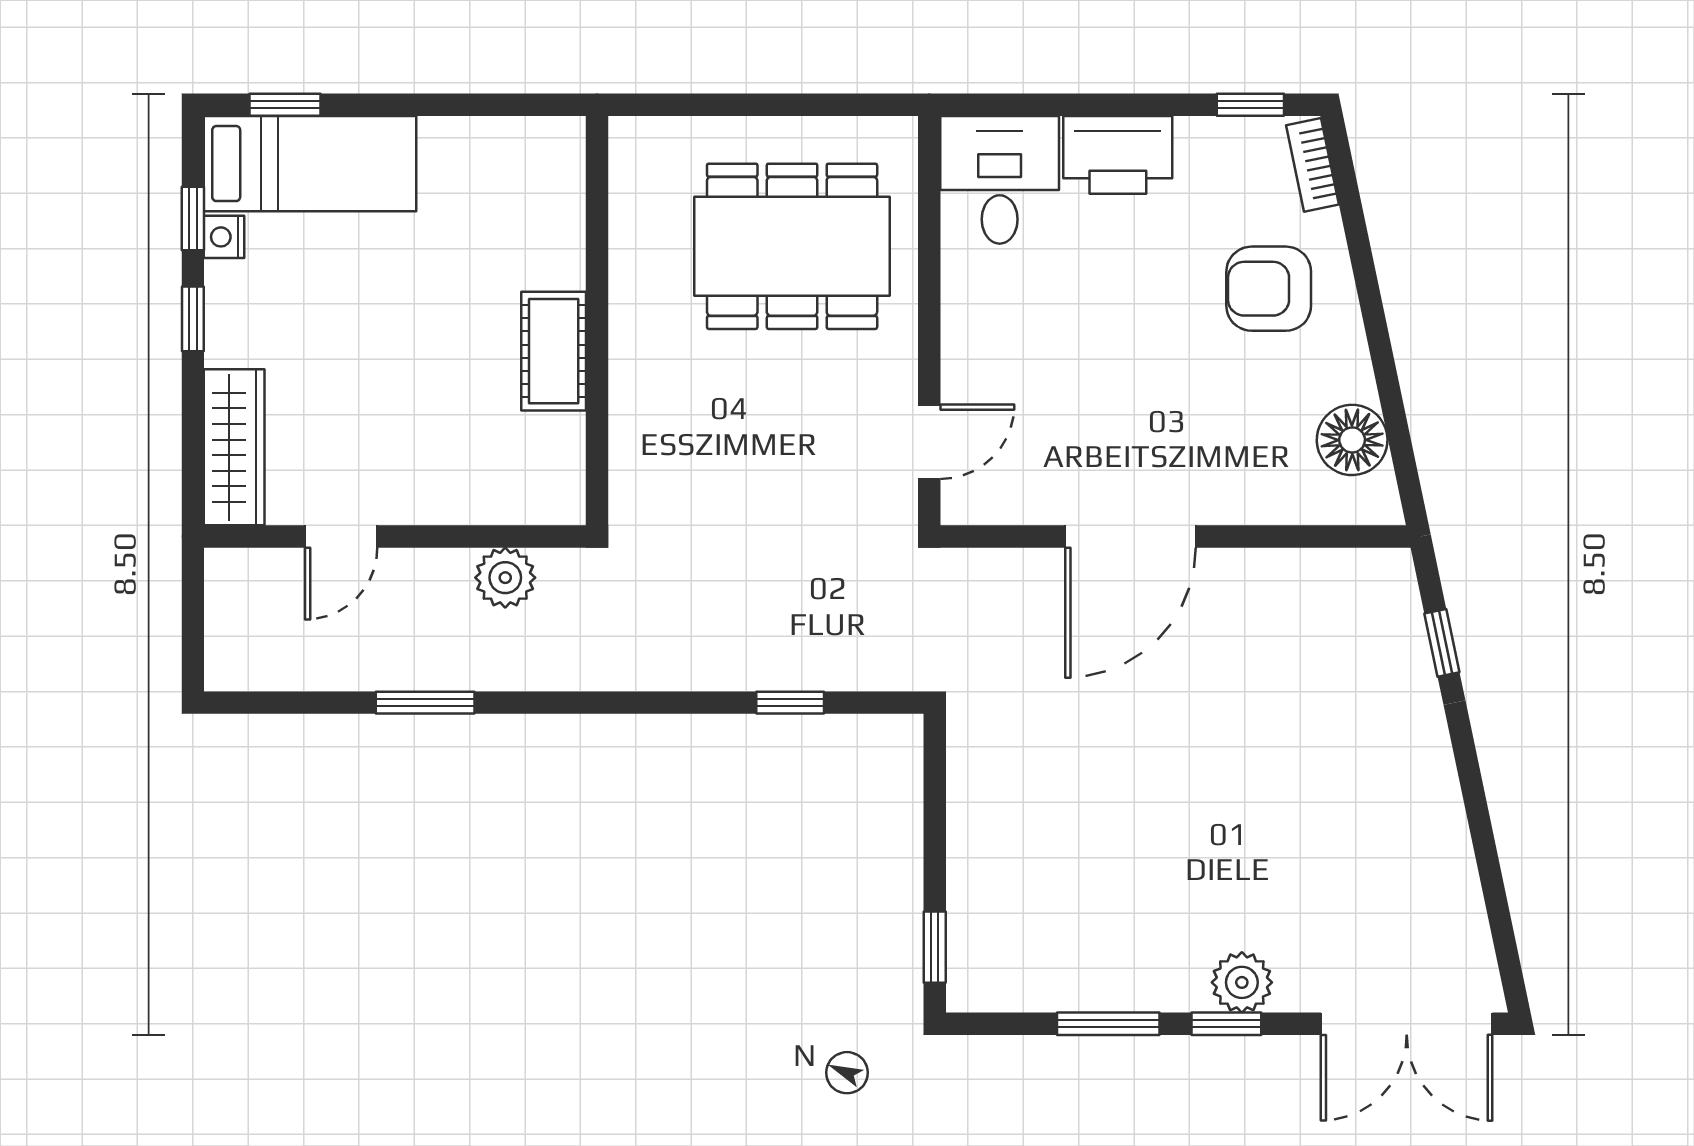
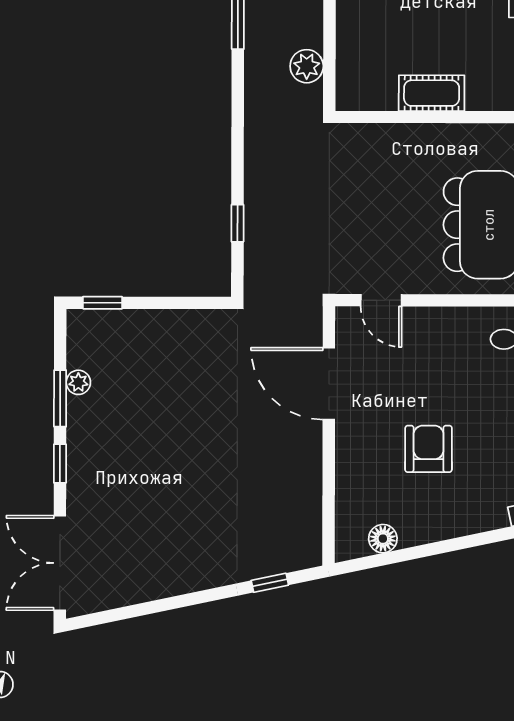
armchair: (1269, 289) -> (428, 449), moved
floor lamp: (1352, 440) -> (383, 539), width x0.73, depth x0.73
door: (1130, 537) -> (329, 384), moved
plant: (1242, 982) -> (78, 382), moved, width x0.73, depth x0.73

